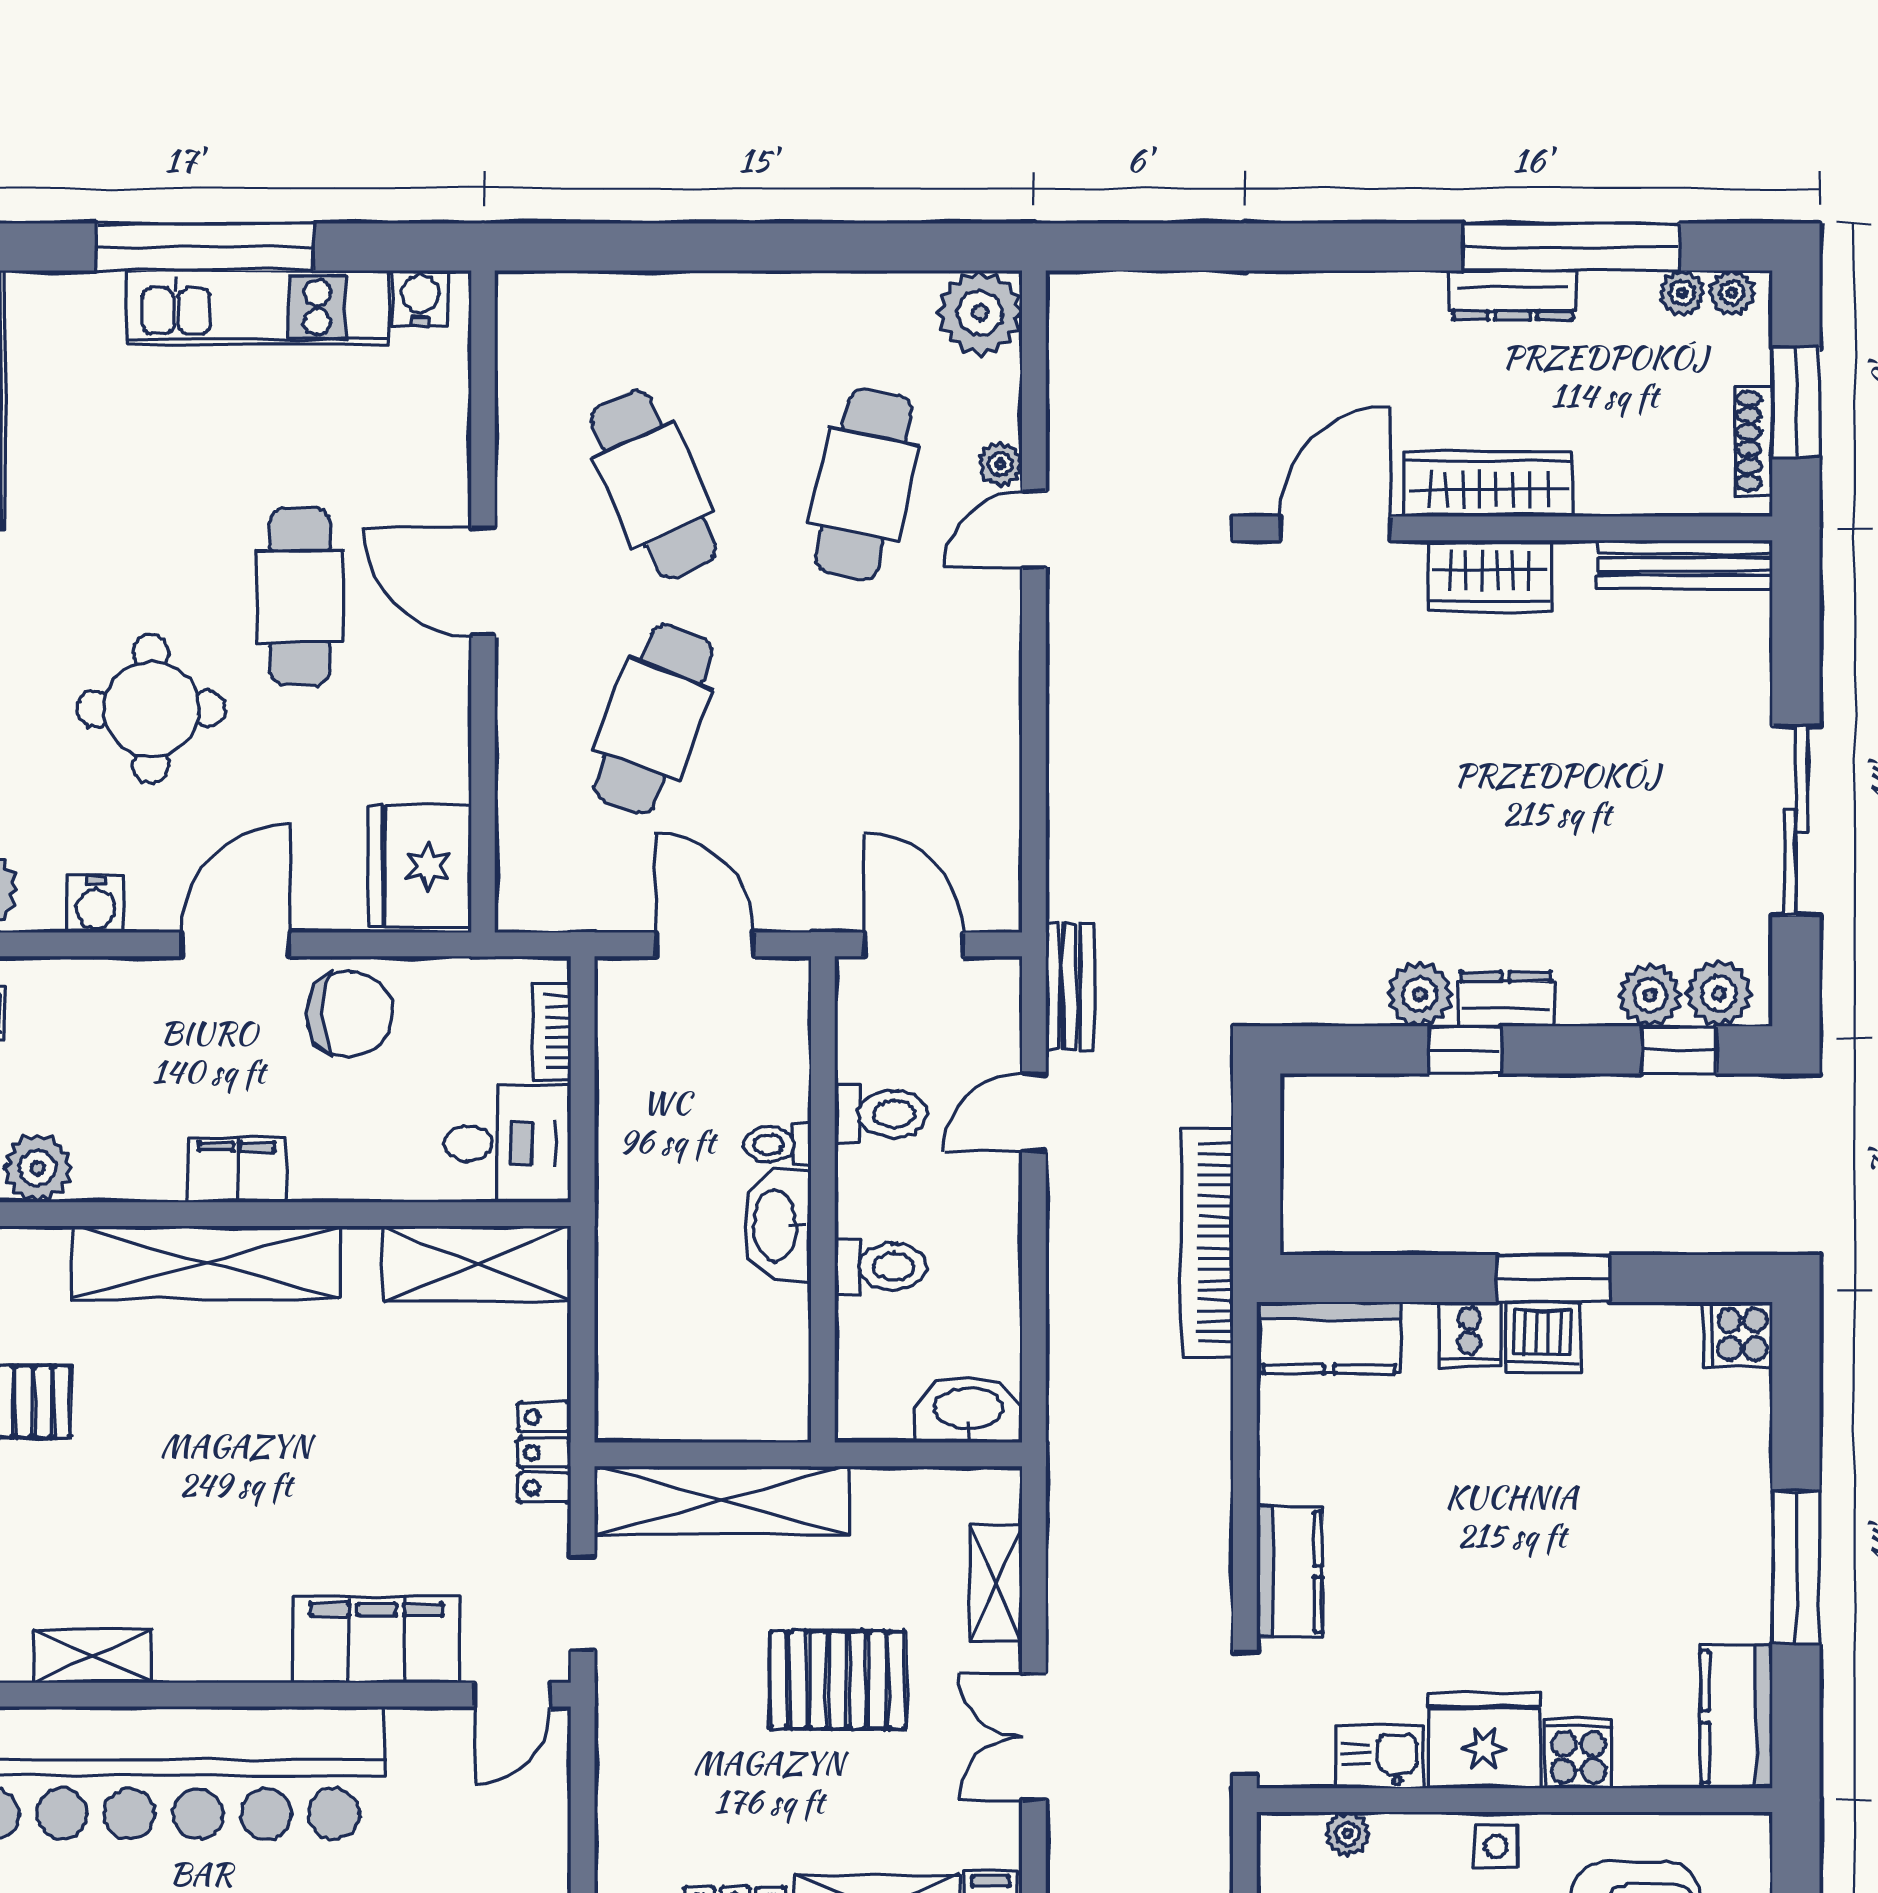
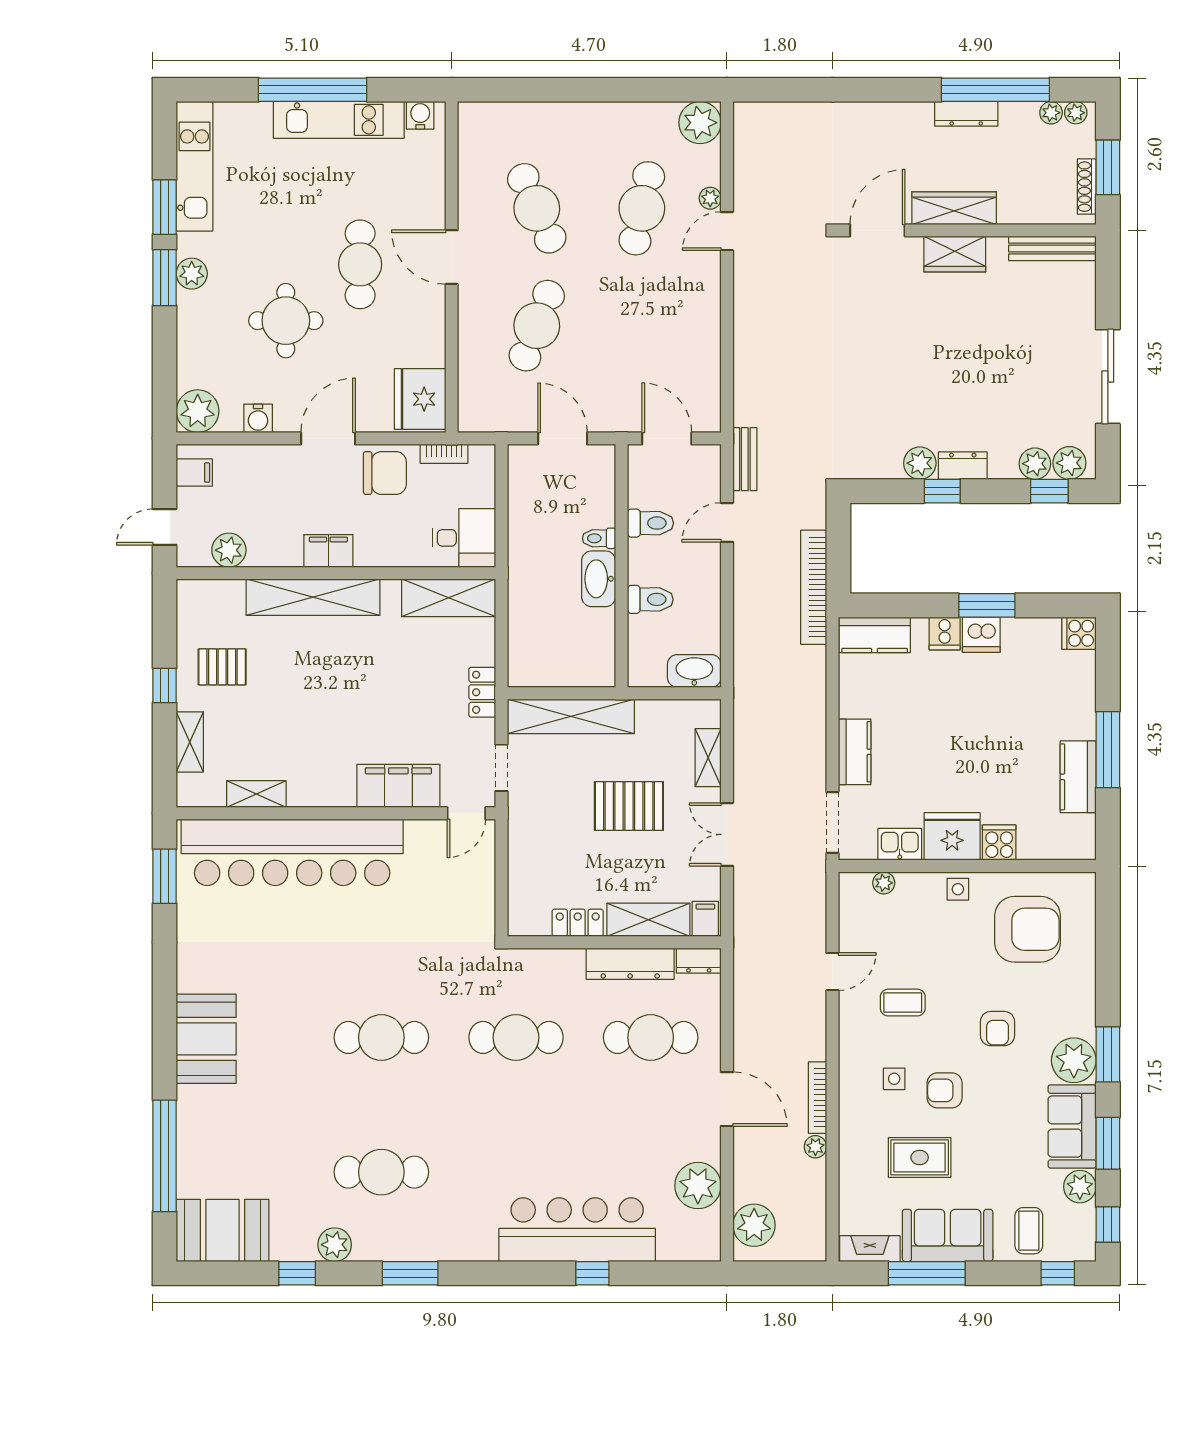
bookcase: (552, 1032) -> (444, 454), moved, turned -90
kitchen counter: (1737, 1717) -> (1078, 777), moved

